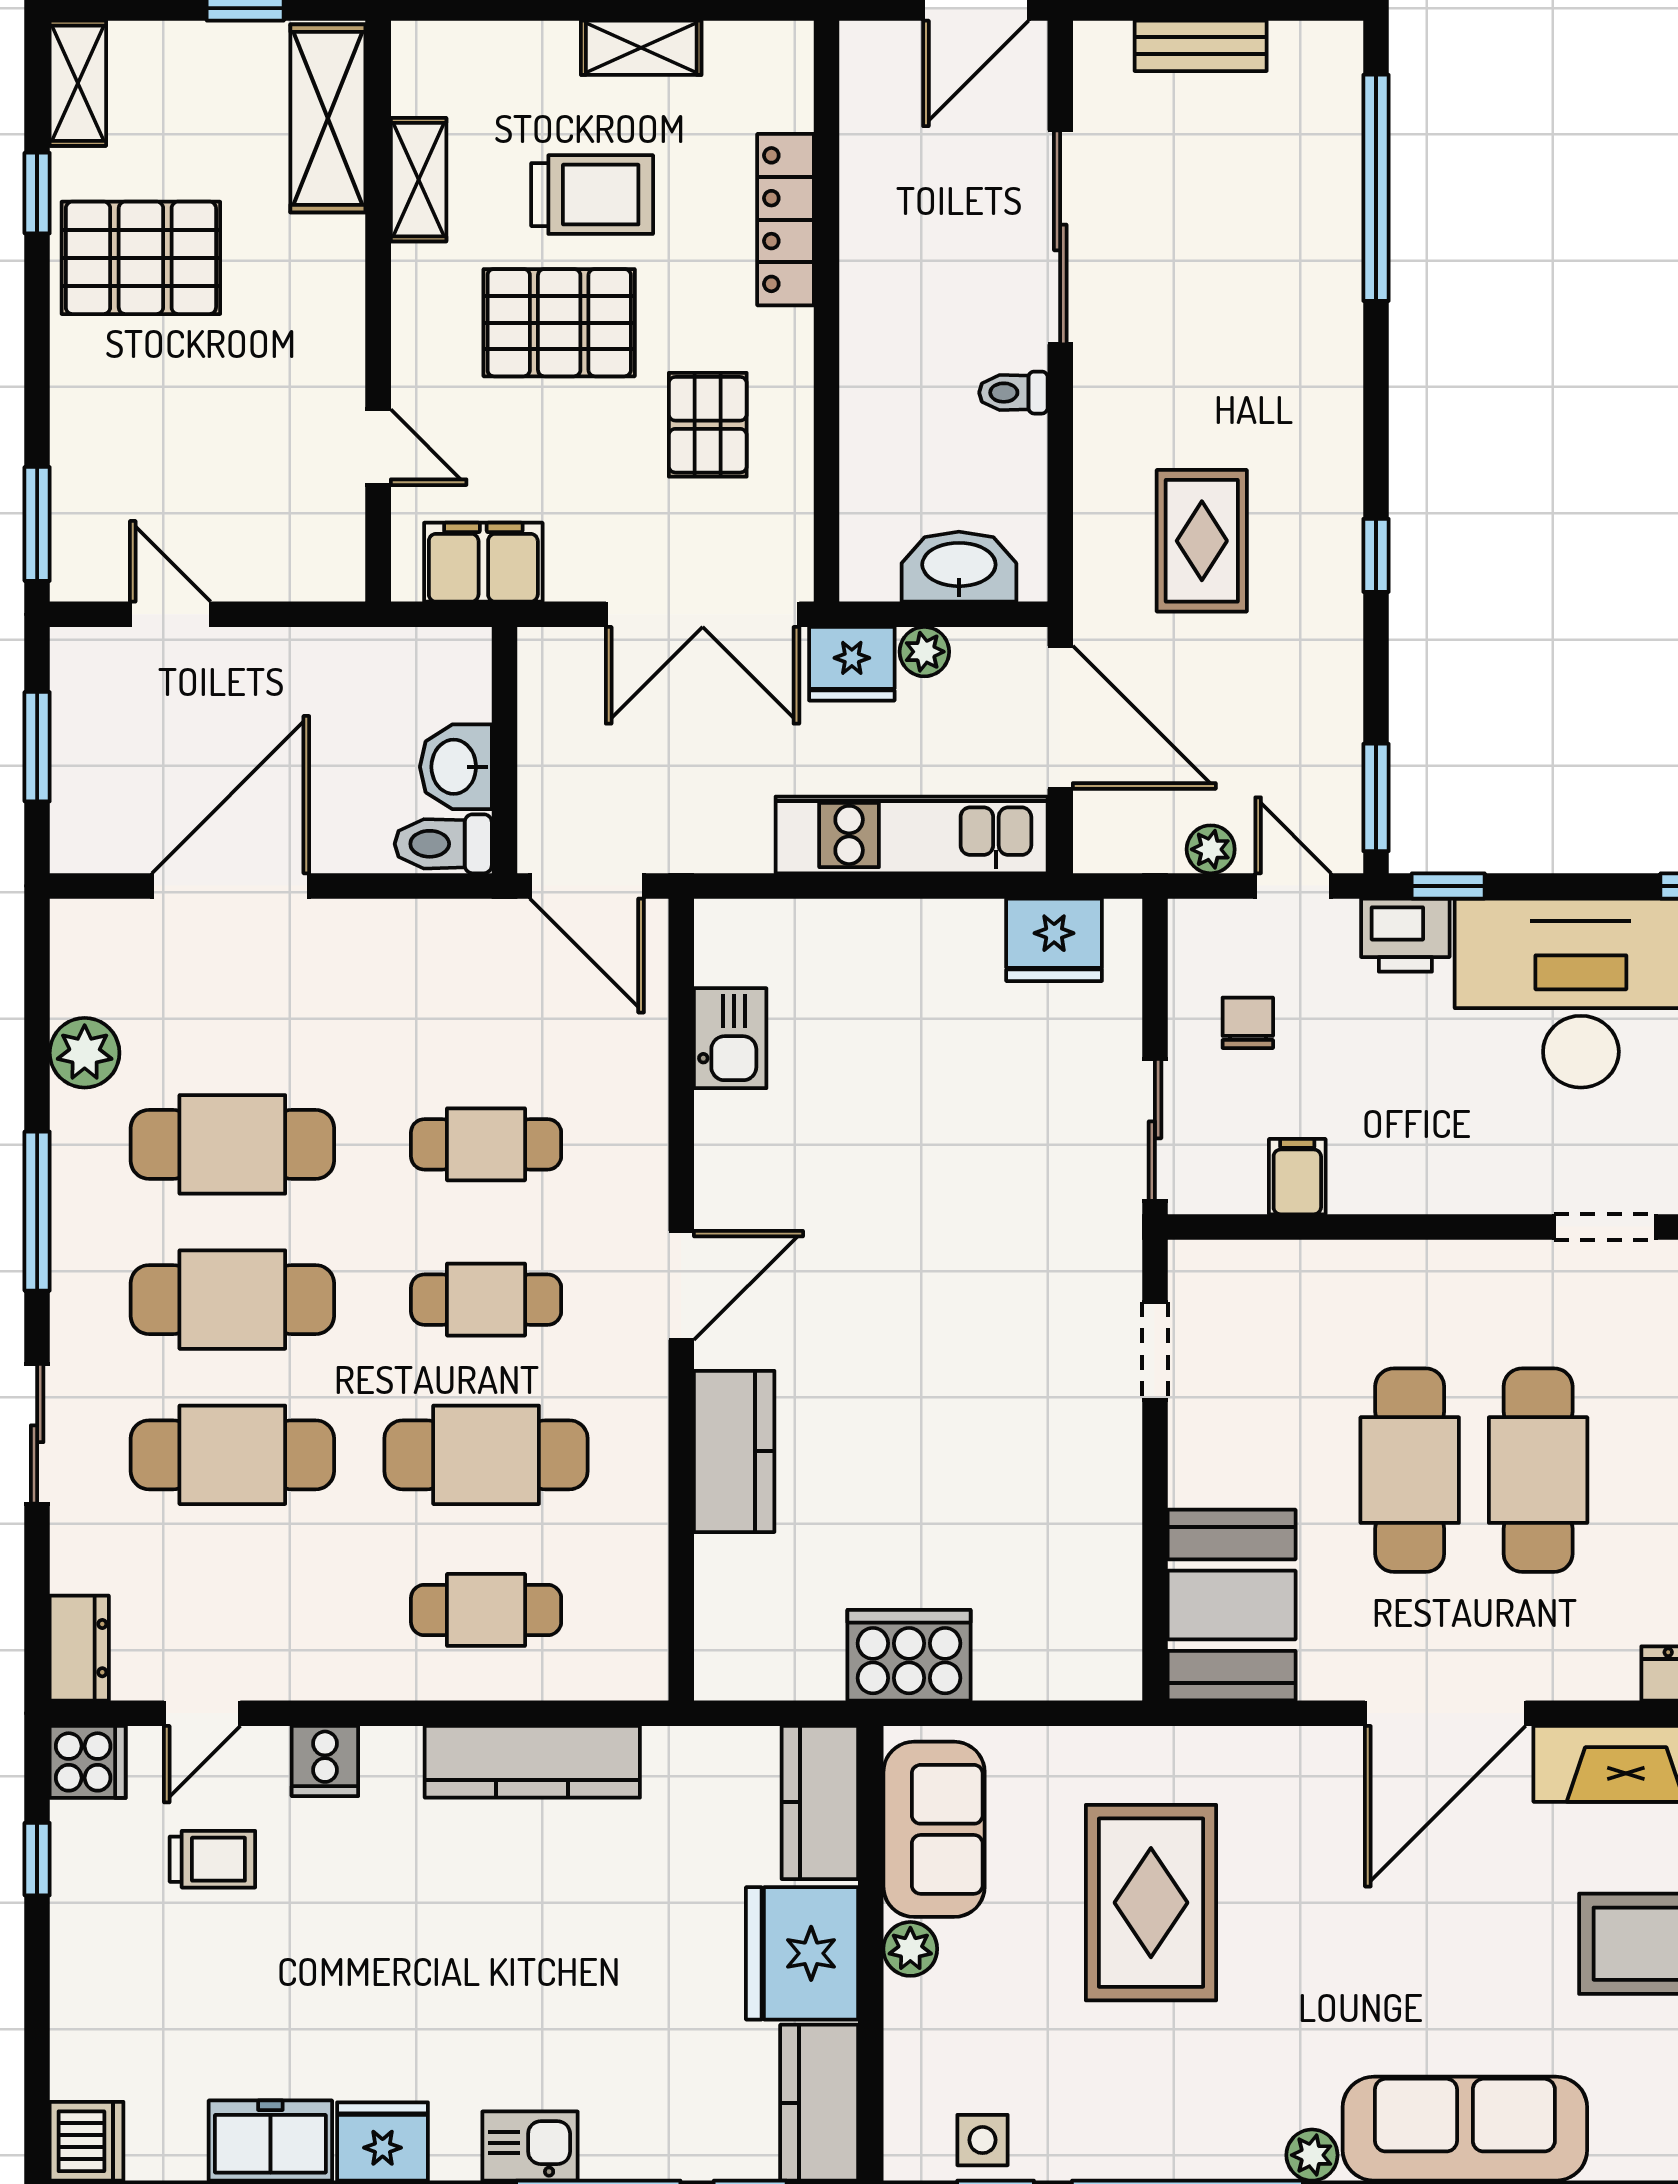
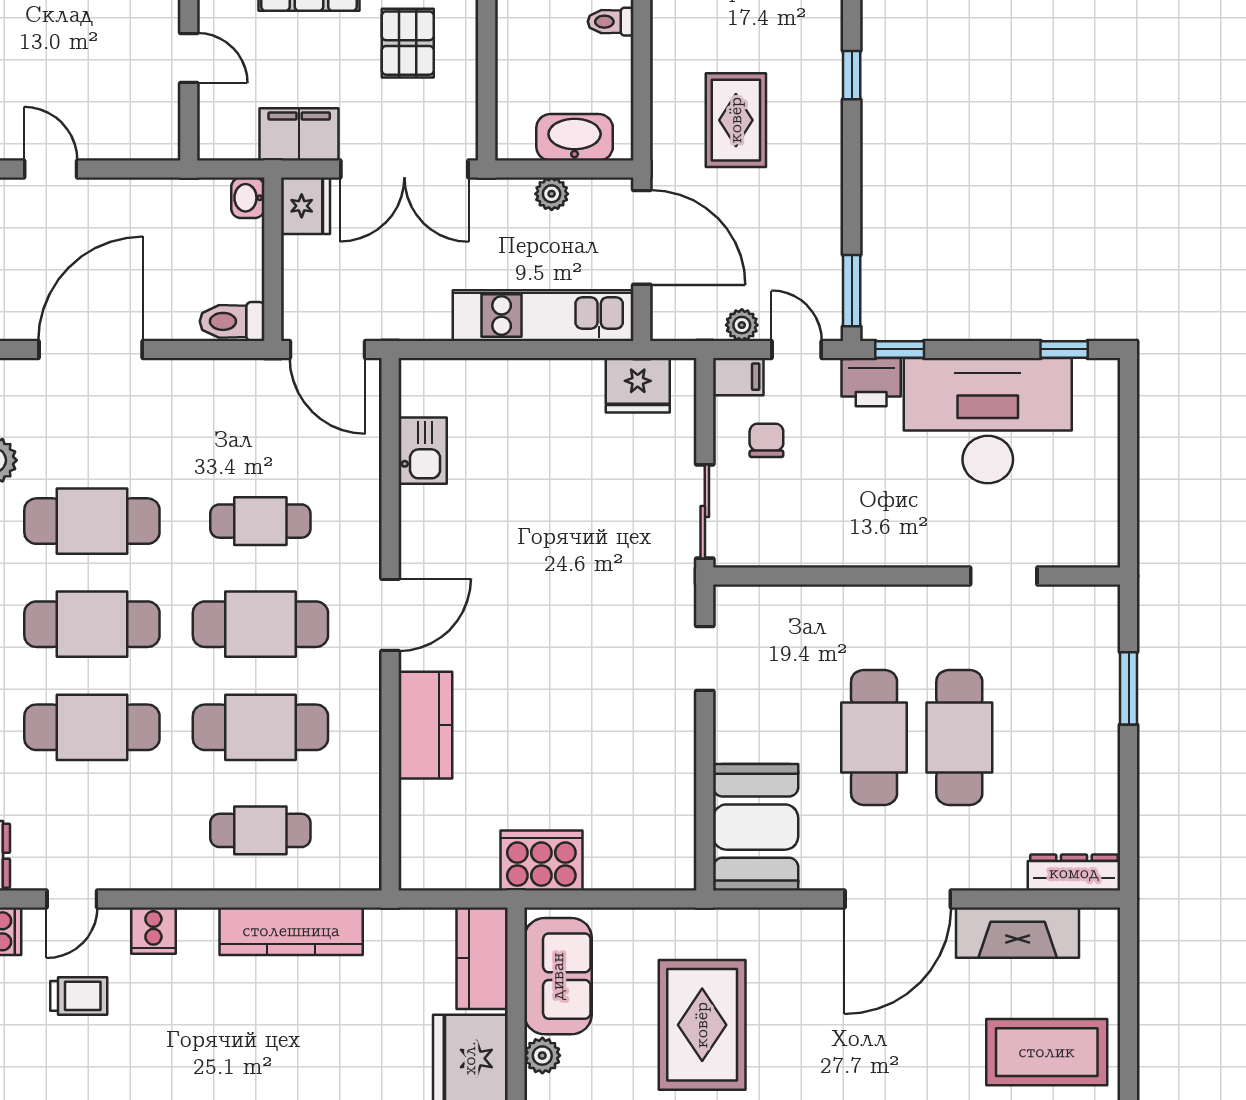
window: (1376, 555) -> (852, 75), moved
filing cabinet: (483, 562) -> (299, 134), moved
fridge: (852, 664) -> (306, 206), moved, turned -90
washbasin: (456, 767) -> (248, 198), moved, width x0.72, depth x0.69
filing cabinet: (1297, 1177) -> (738, 377), moved, turned 90
cafe table: (486, 1300) -> (260, 624), width x1.37, depth x1.35

